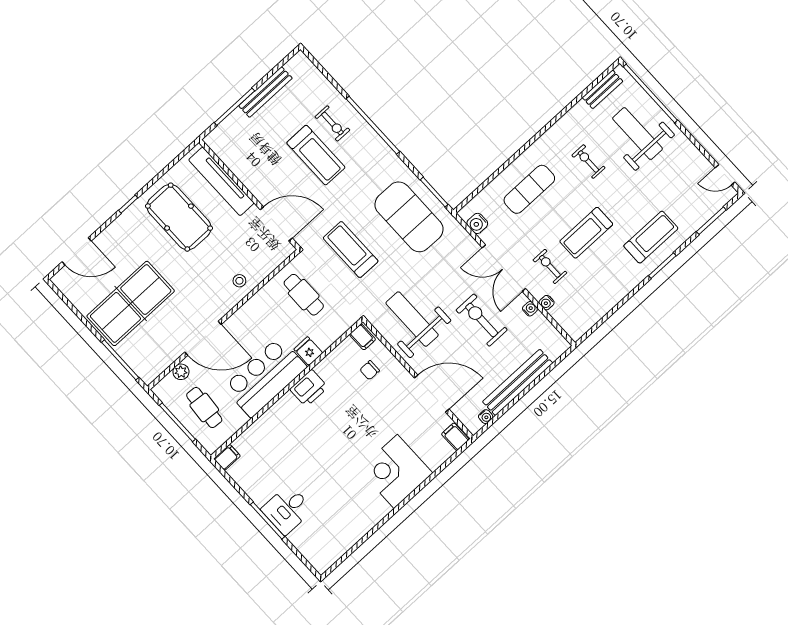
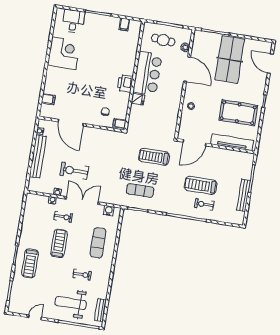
weight bench: (637, 134) -> (71, 303), turned 180
door: (725, 175) -> (35, 317), moved
exercise mat: (409, 217) -> (140, 190), width x0.50, depth x0.69
treadmill: (351, 250) -> (154, 157), turned 180
door: (77, 251) -> (270, 64), hinge flipped
cafe table: (304, 295) -> (159, 122), removed
weight bench: (412, 319) -> (104, 148), removed
exercise bike: (482, 320) -> (74, 171), turned 180
door: (203, 338) -> (187, 69), swing flipped
door: (432, 394) -> (71, 123), hinge flipped
filing cabinet: (455, 437) -> (48, 99), moved
filing cabinet: (227, 457) -> (124, 24), moved
corner desk: (396, 471) -> (64, 53), moved
desk: (287, 510) -> (73, 21), moved

